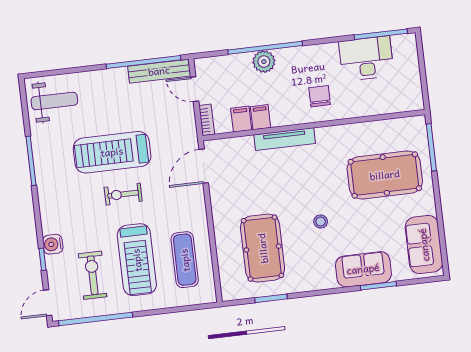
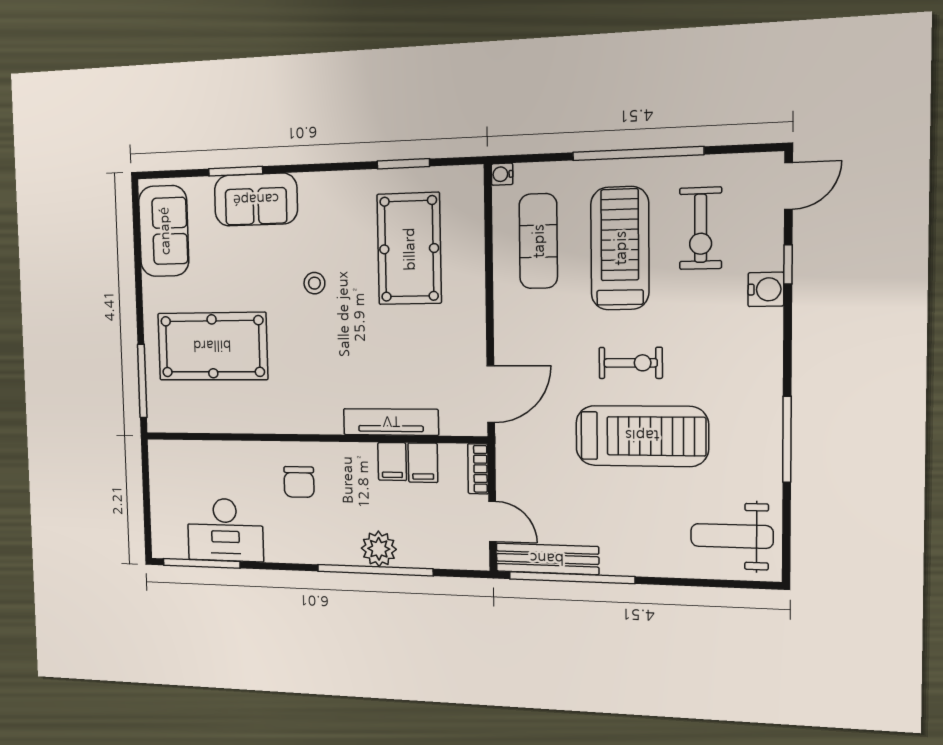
tv unit: (285, 139) -> (391, 422), moved
water cooler: (210, 297) -> (502, 174), added
window: (96, 319) -> (638, 153), moved

